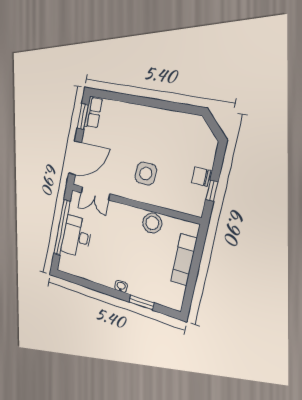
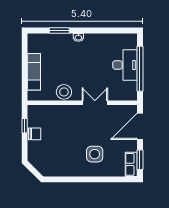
side table: (146, 173) -> (95, 154), moved
double door: (95, 193) -> (95, 103), moved

